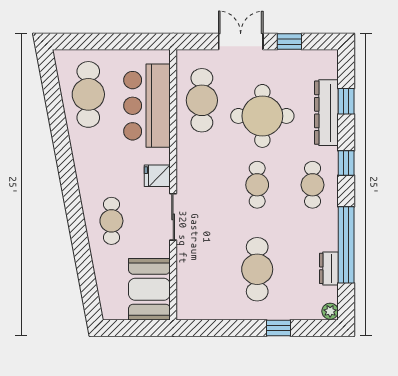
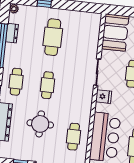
cafe table: (202, 100) -> (74, 137), width x0.73, depth x0.74
round table: (262, 116) -> (40, 124), width x0.73, depth x0.73

